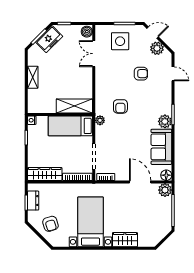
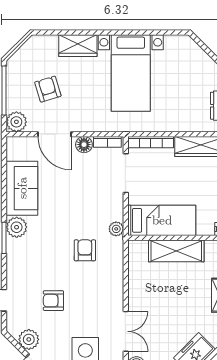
shelving: (74, 106) -> (176, 251), moved
floor lamp: (166, 175) -> (84, 145), moved
armchair: (50, 224) -> (48, 89), moved

